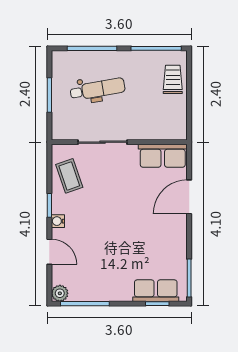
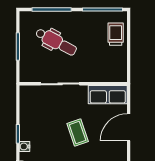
dental chair: (98, 89) -> (56, 42), turned 38
coffee table: (69, 176) -> (78, 133), moved

